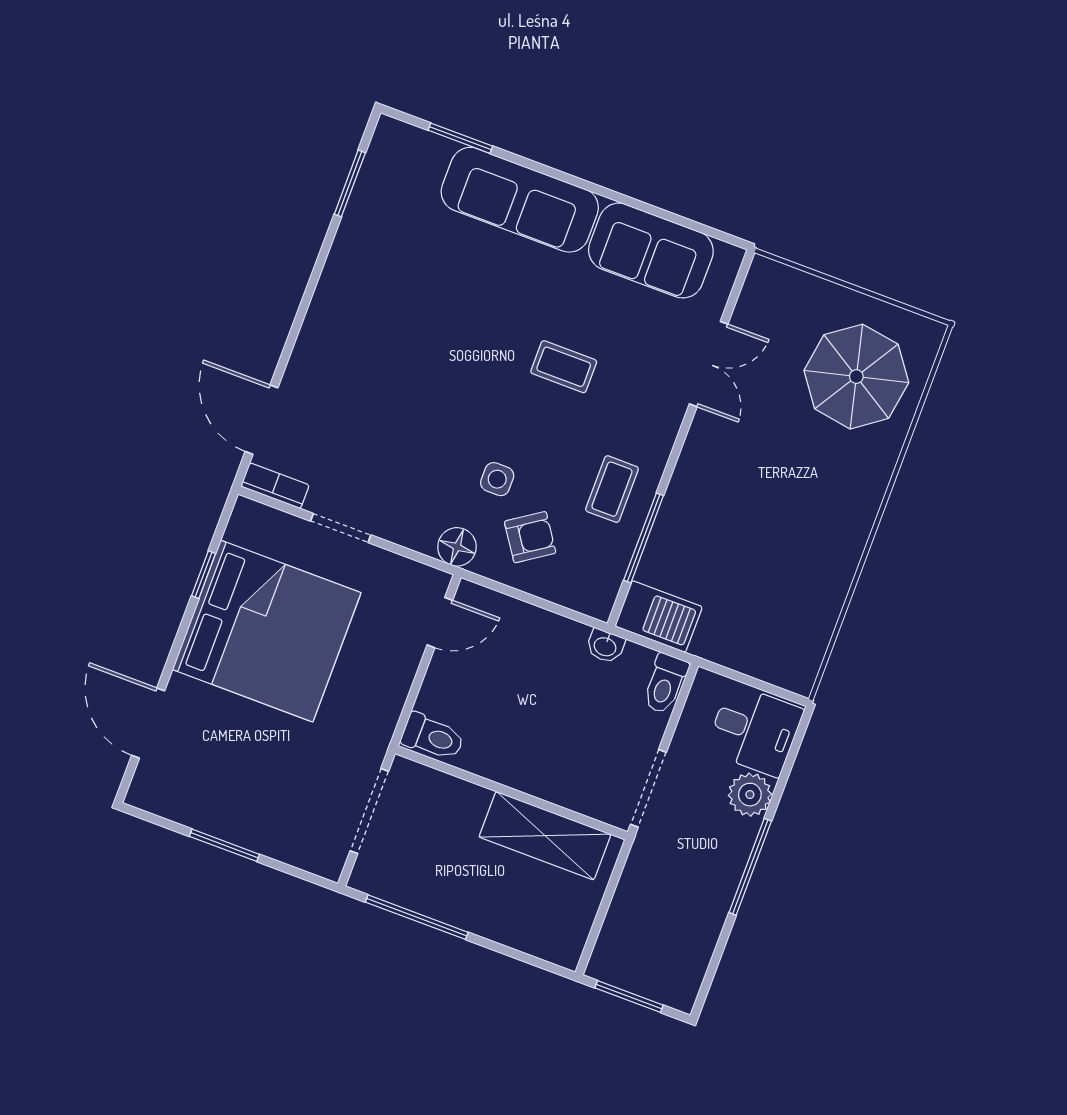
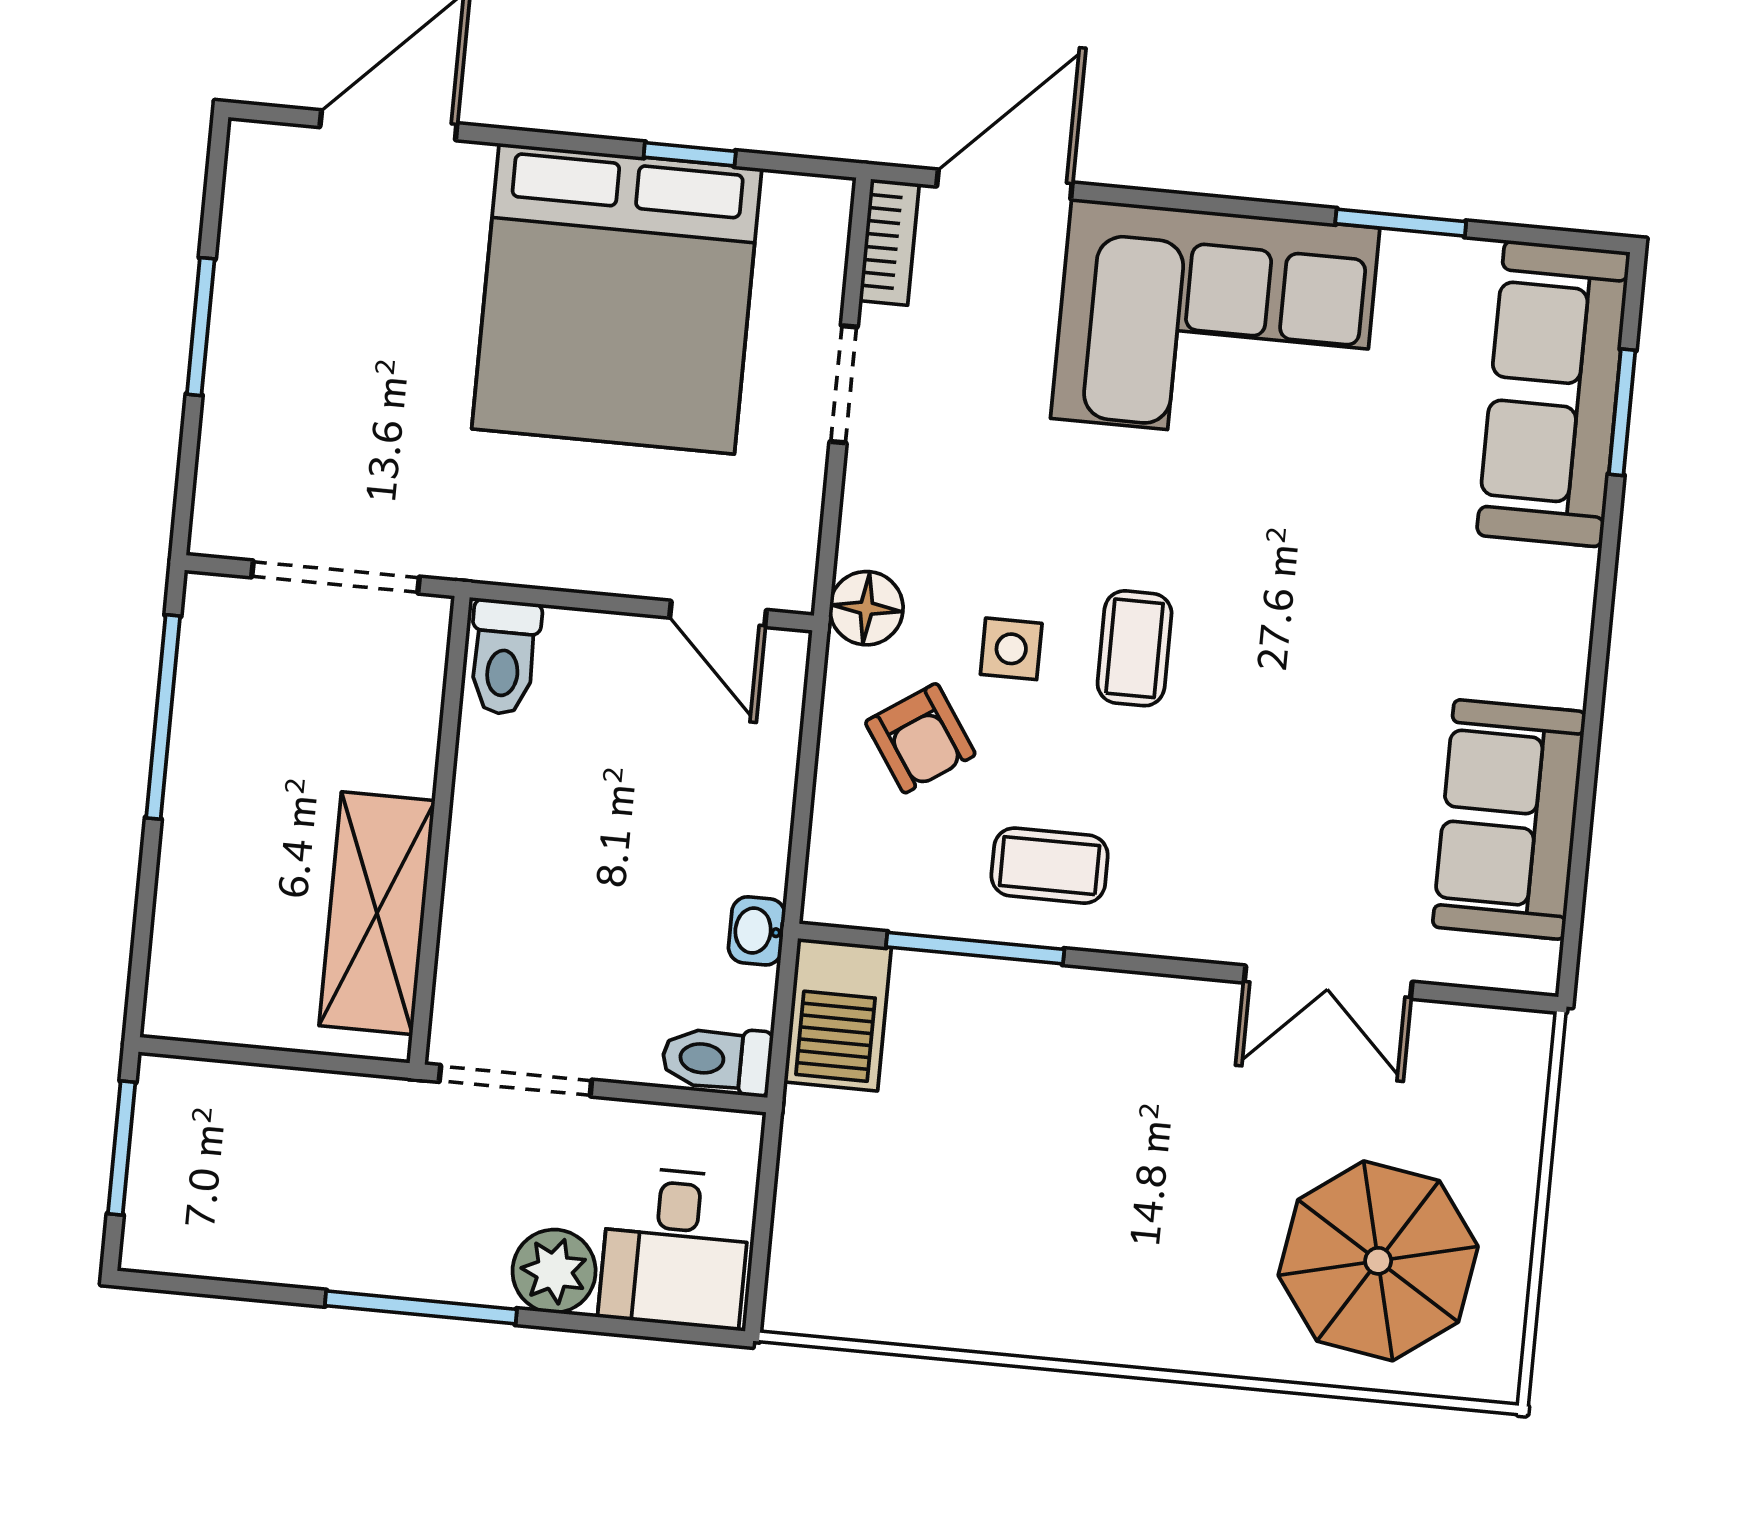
window: (350, 183) -> (1401, 223), moved
sofa: (520, 200) -> (1553, 394), moved
corner sofa: (360, 332) -> (1215, 323), added
coffee table: (564, 367) -> (1135, 648), moved

